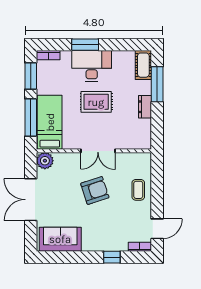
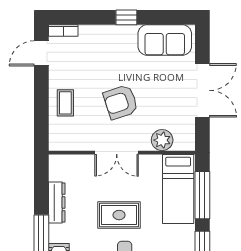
dresser: (145, 107) -> (57, 203), width x1.44
double door: (98, 151) -> (117, 153), swing flipped
plant: (45, 161) -> (162, 140), moved
window: (112, 257) -> (126, 17), moved

